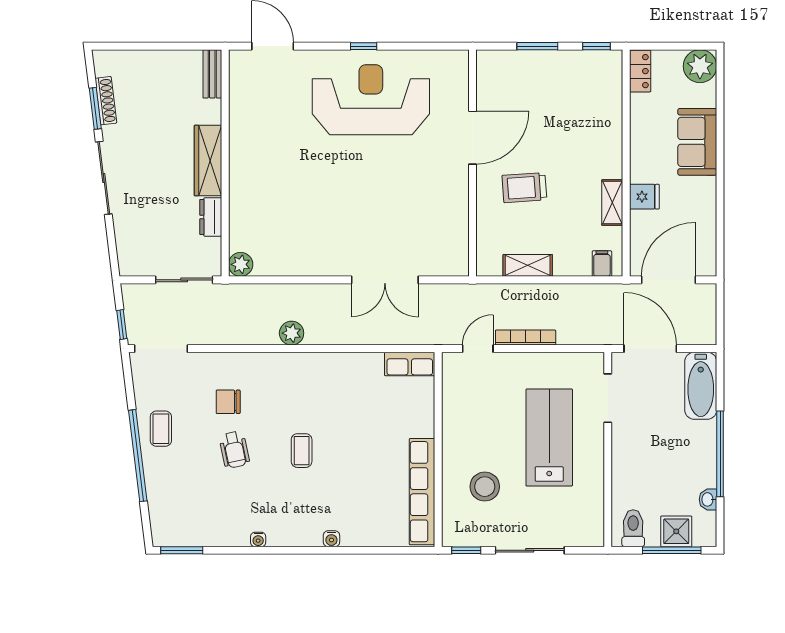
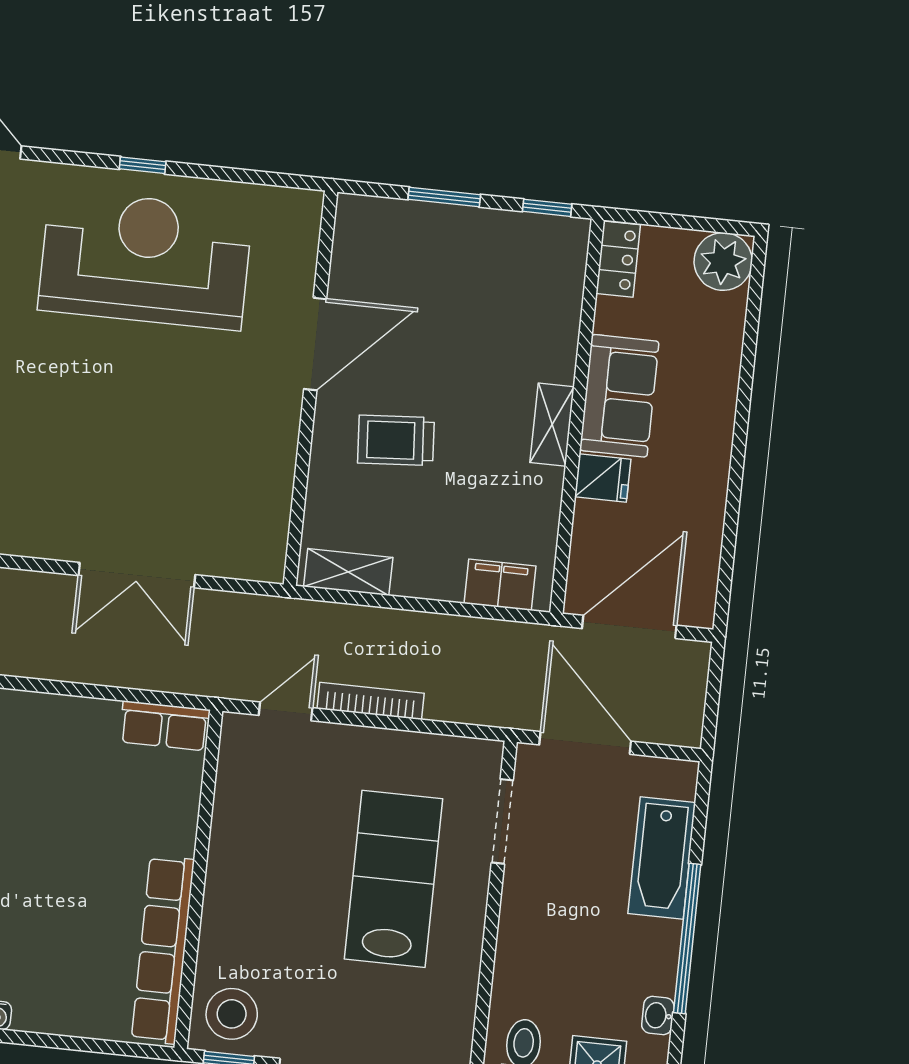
sofa: (697, 142) -> (619, 396), moved, turned 180
shelving: (612, 203) -> (552, 425), moved
filing cabinet: (602, 264) -> (500, 585), width x2.00
shelving: (528, 265) -> (348, 572), moved
bathtub: (701, 386) -> (662, 858), moved
stool: (485, 487) -> (232, 1014), moved

